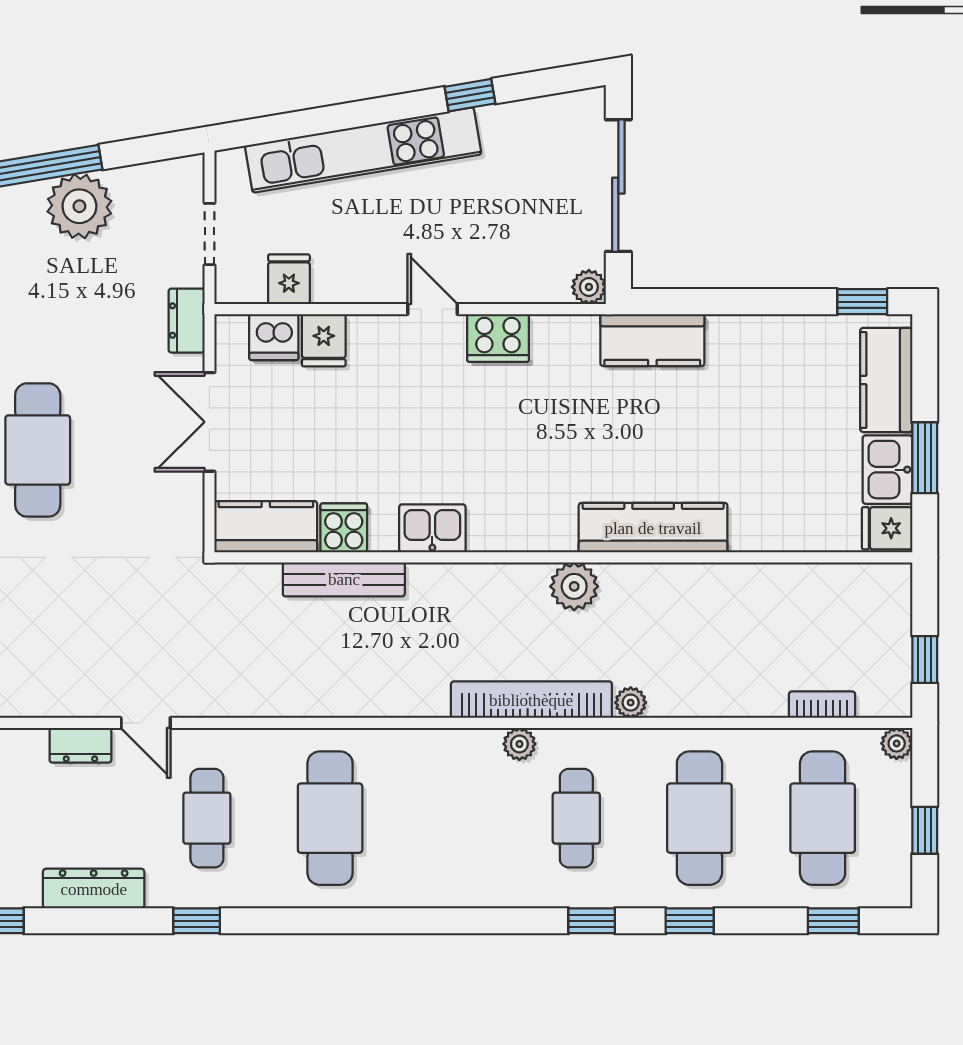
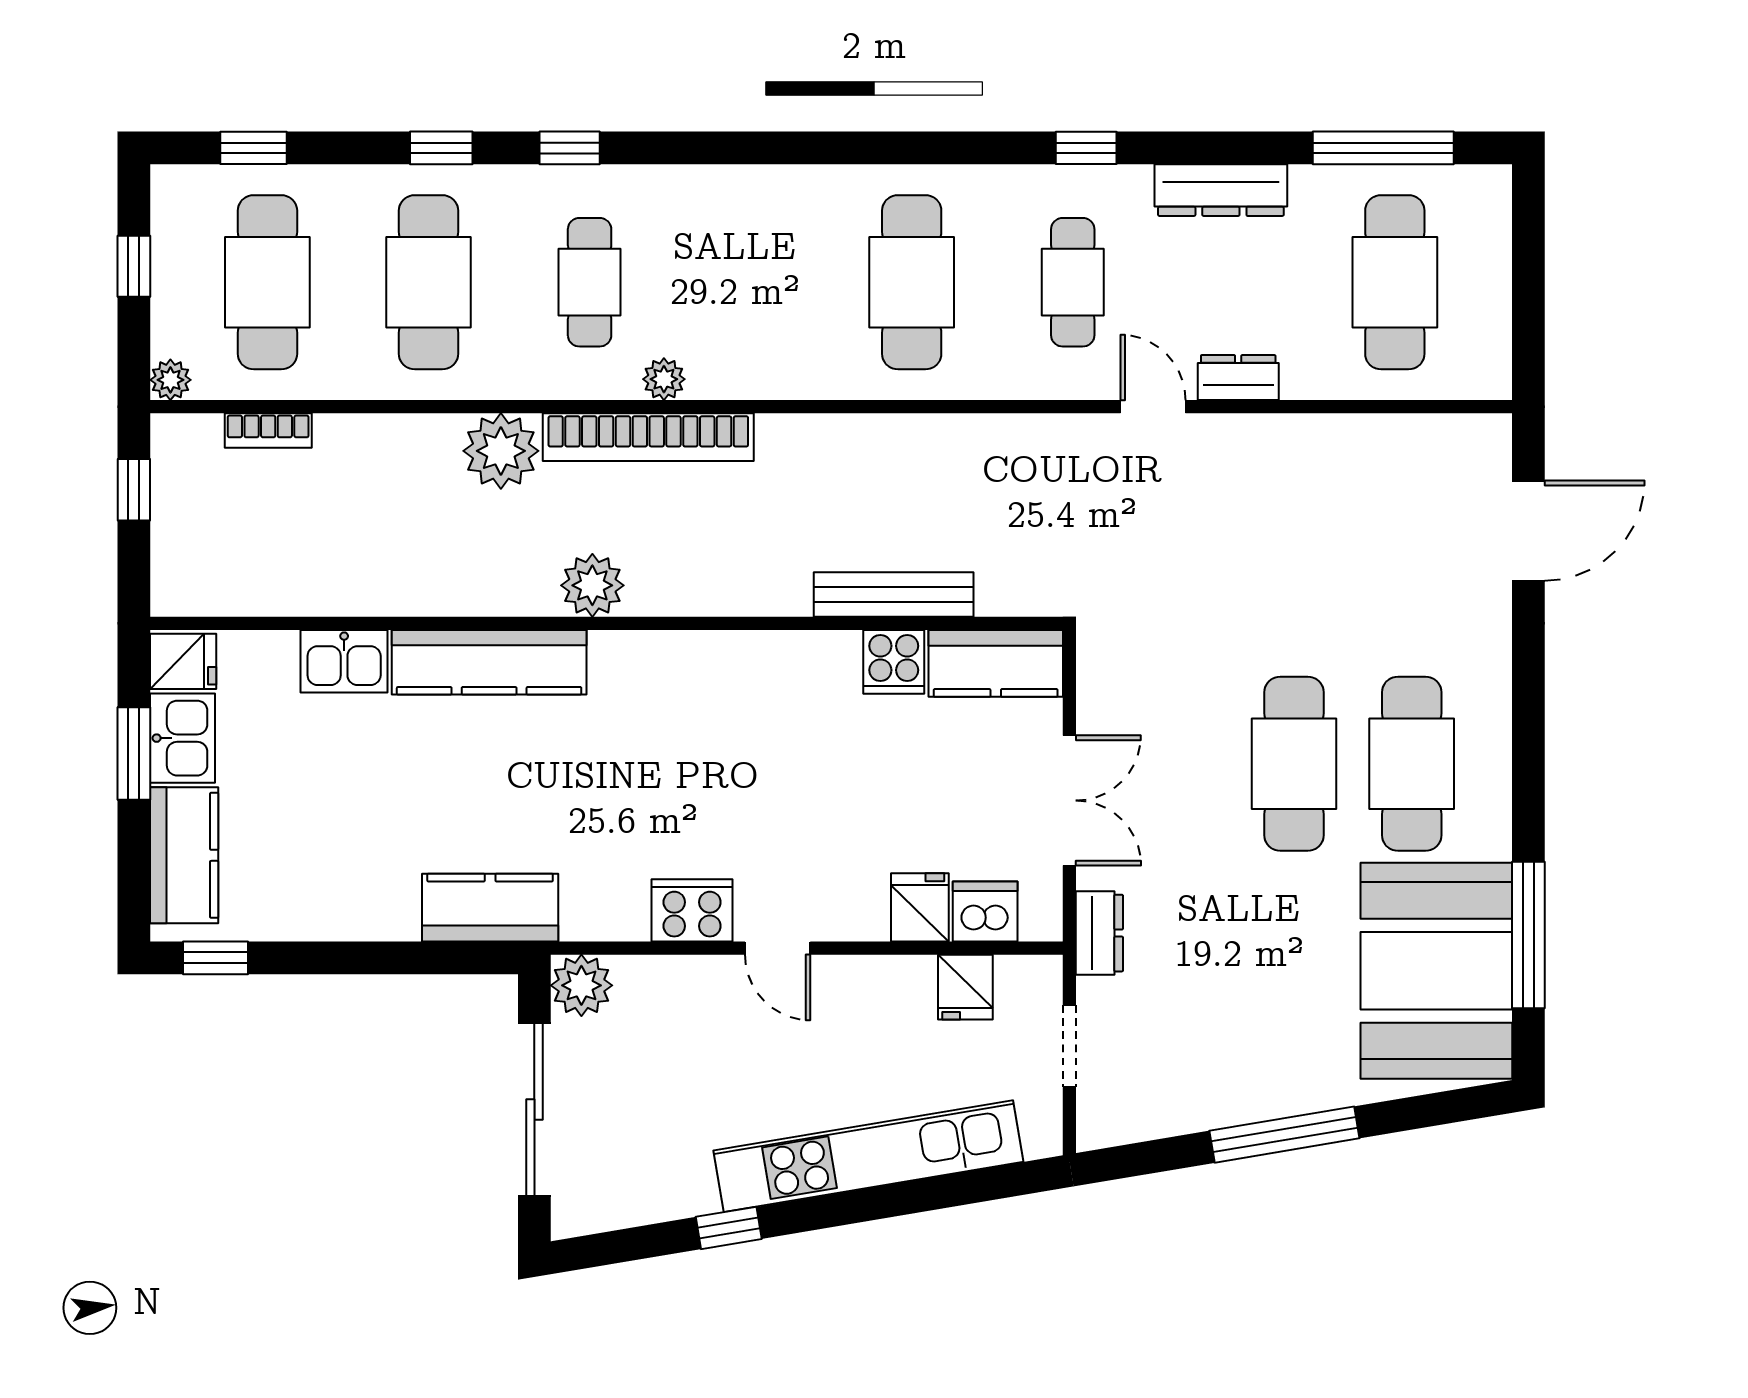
plant: (79, 206) -> (1239, 1083), removed
plant: (589, 287) -> (581, 985), width x1.38, depth x1.38
kitchen sink: (432, 528) -> (344, 661), moved
plant: (631, 703) -> (501, 451), width x1.88, depth x1.88

